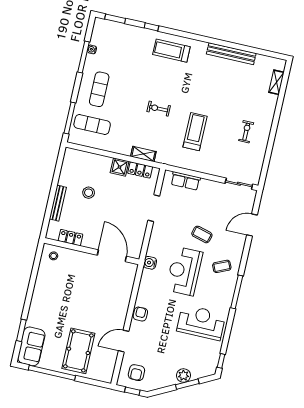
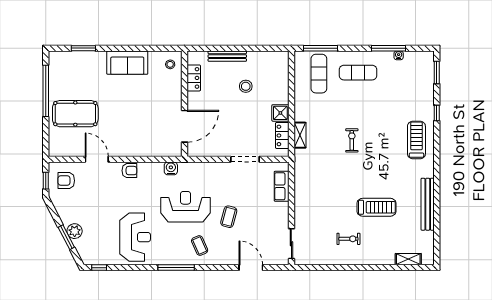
treadmill: (195, 132) -> (377, 207), moved
water cooler: (150, 263) -> (171, 168), moved
sofa: (31, 346) -> (127, 63), moved

